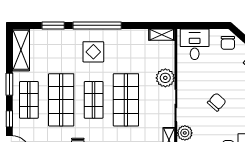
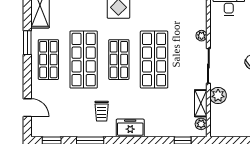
plant: (165, 78) -> (202, 36), width x0.53, depth x0.53
window: (9, 119) -> (27, 80), removed

